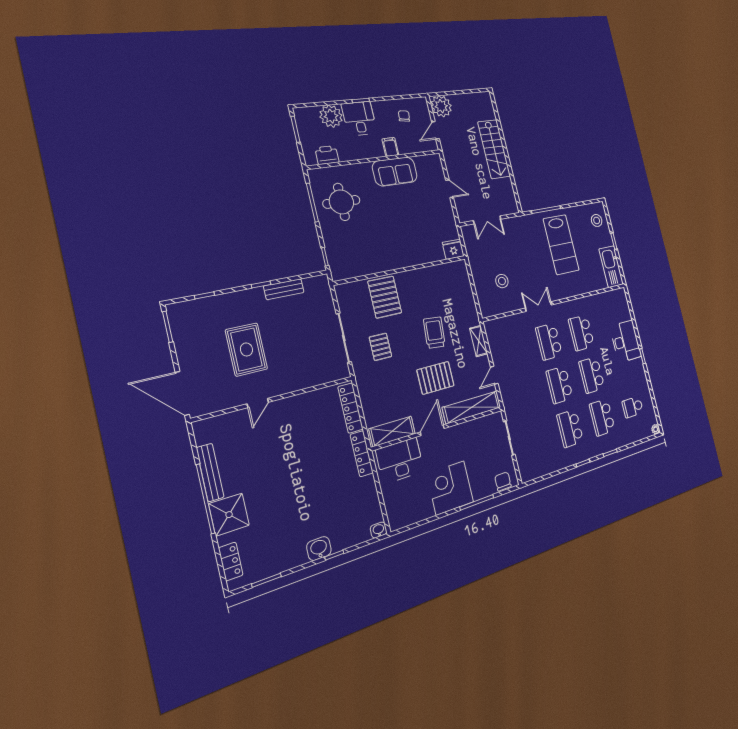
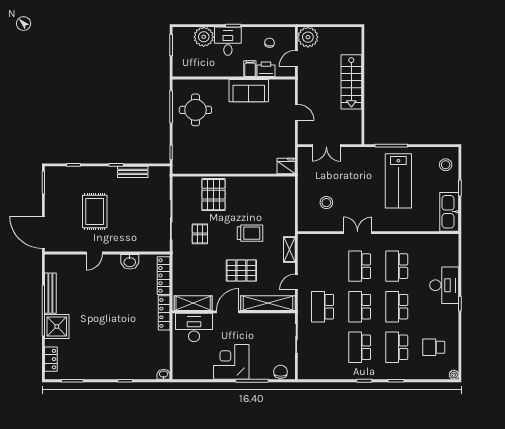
printer: (327, 155) -> (266, 69), moved
trolley: (434, 333) -> (250, 233), turned 85
school desk: (526, 395) -> (323, 307), added
washbasin: (319, 548) -> (130, 262), moved, turned 180

